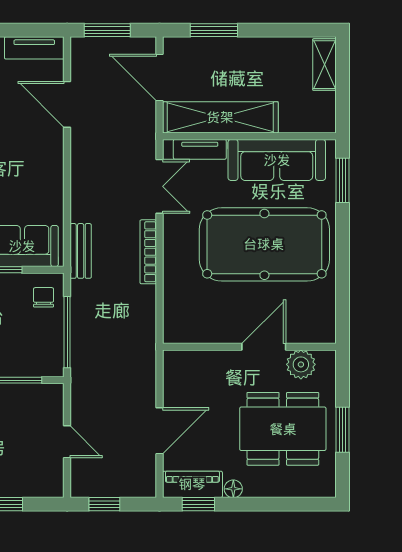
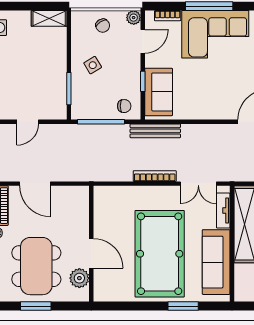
window: (343, 180) -> (183, 306), moved
bench: (81, 251) -> (155, 131), width x1.36

